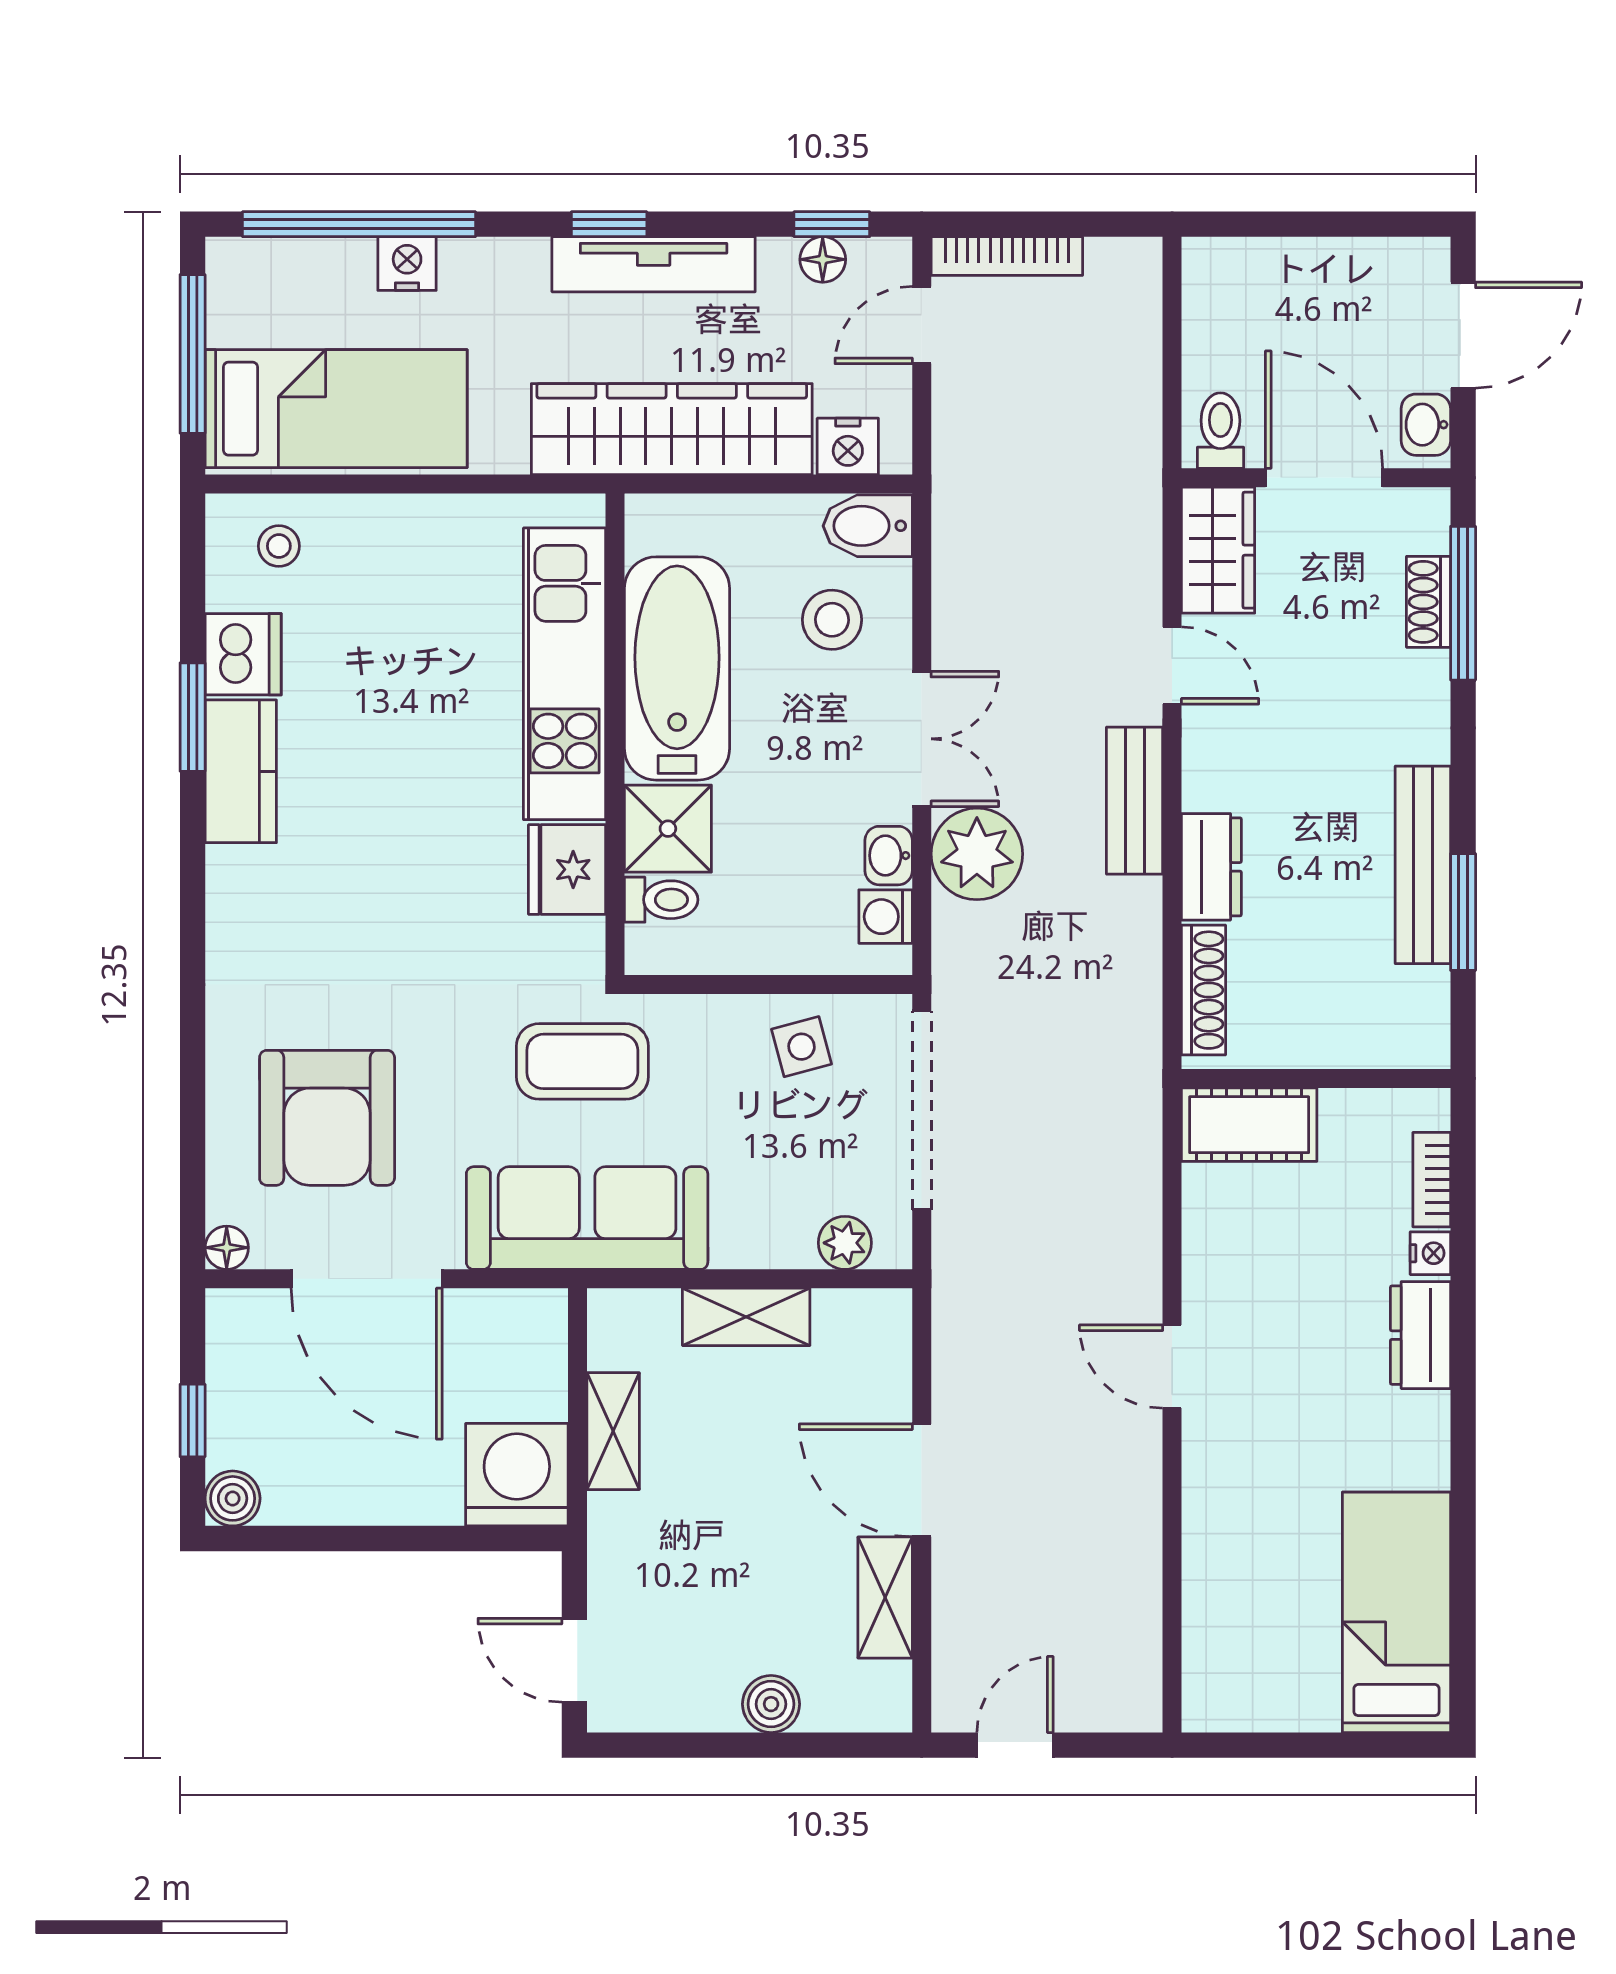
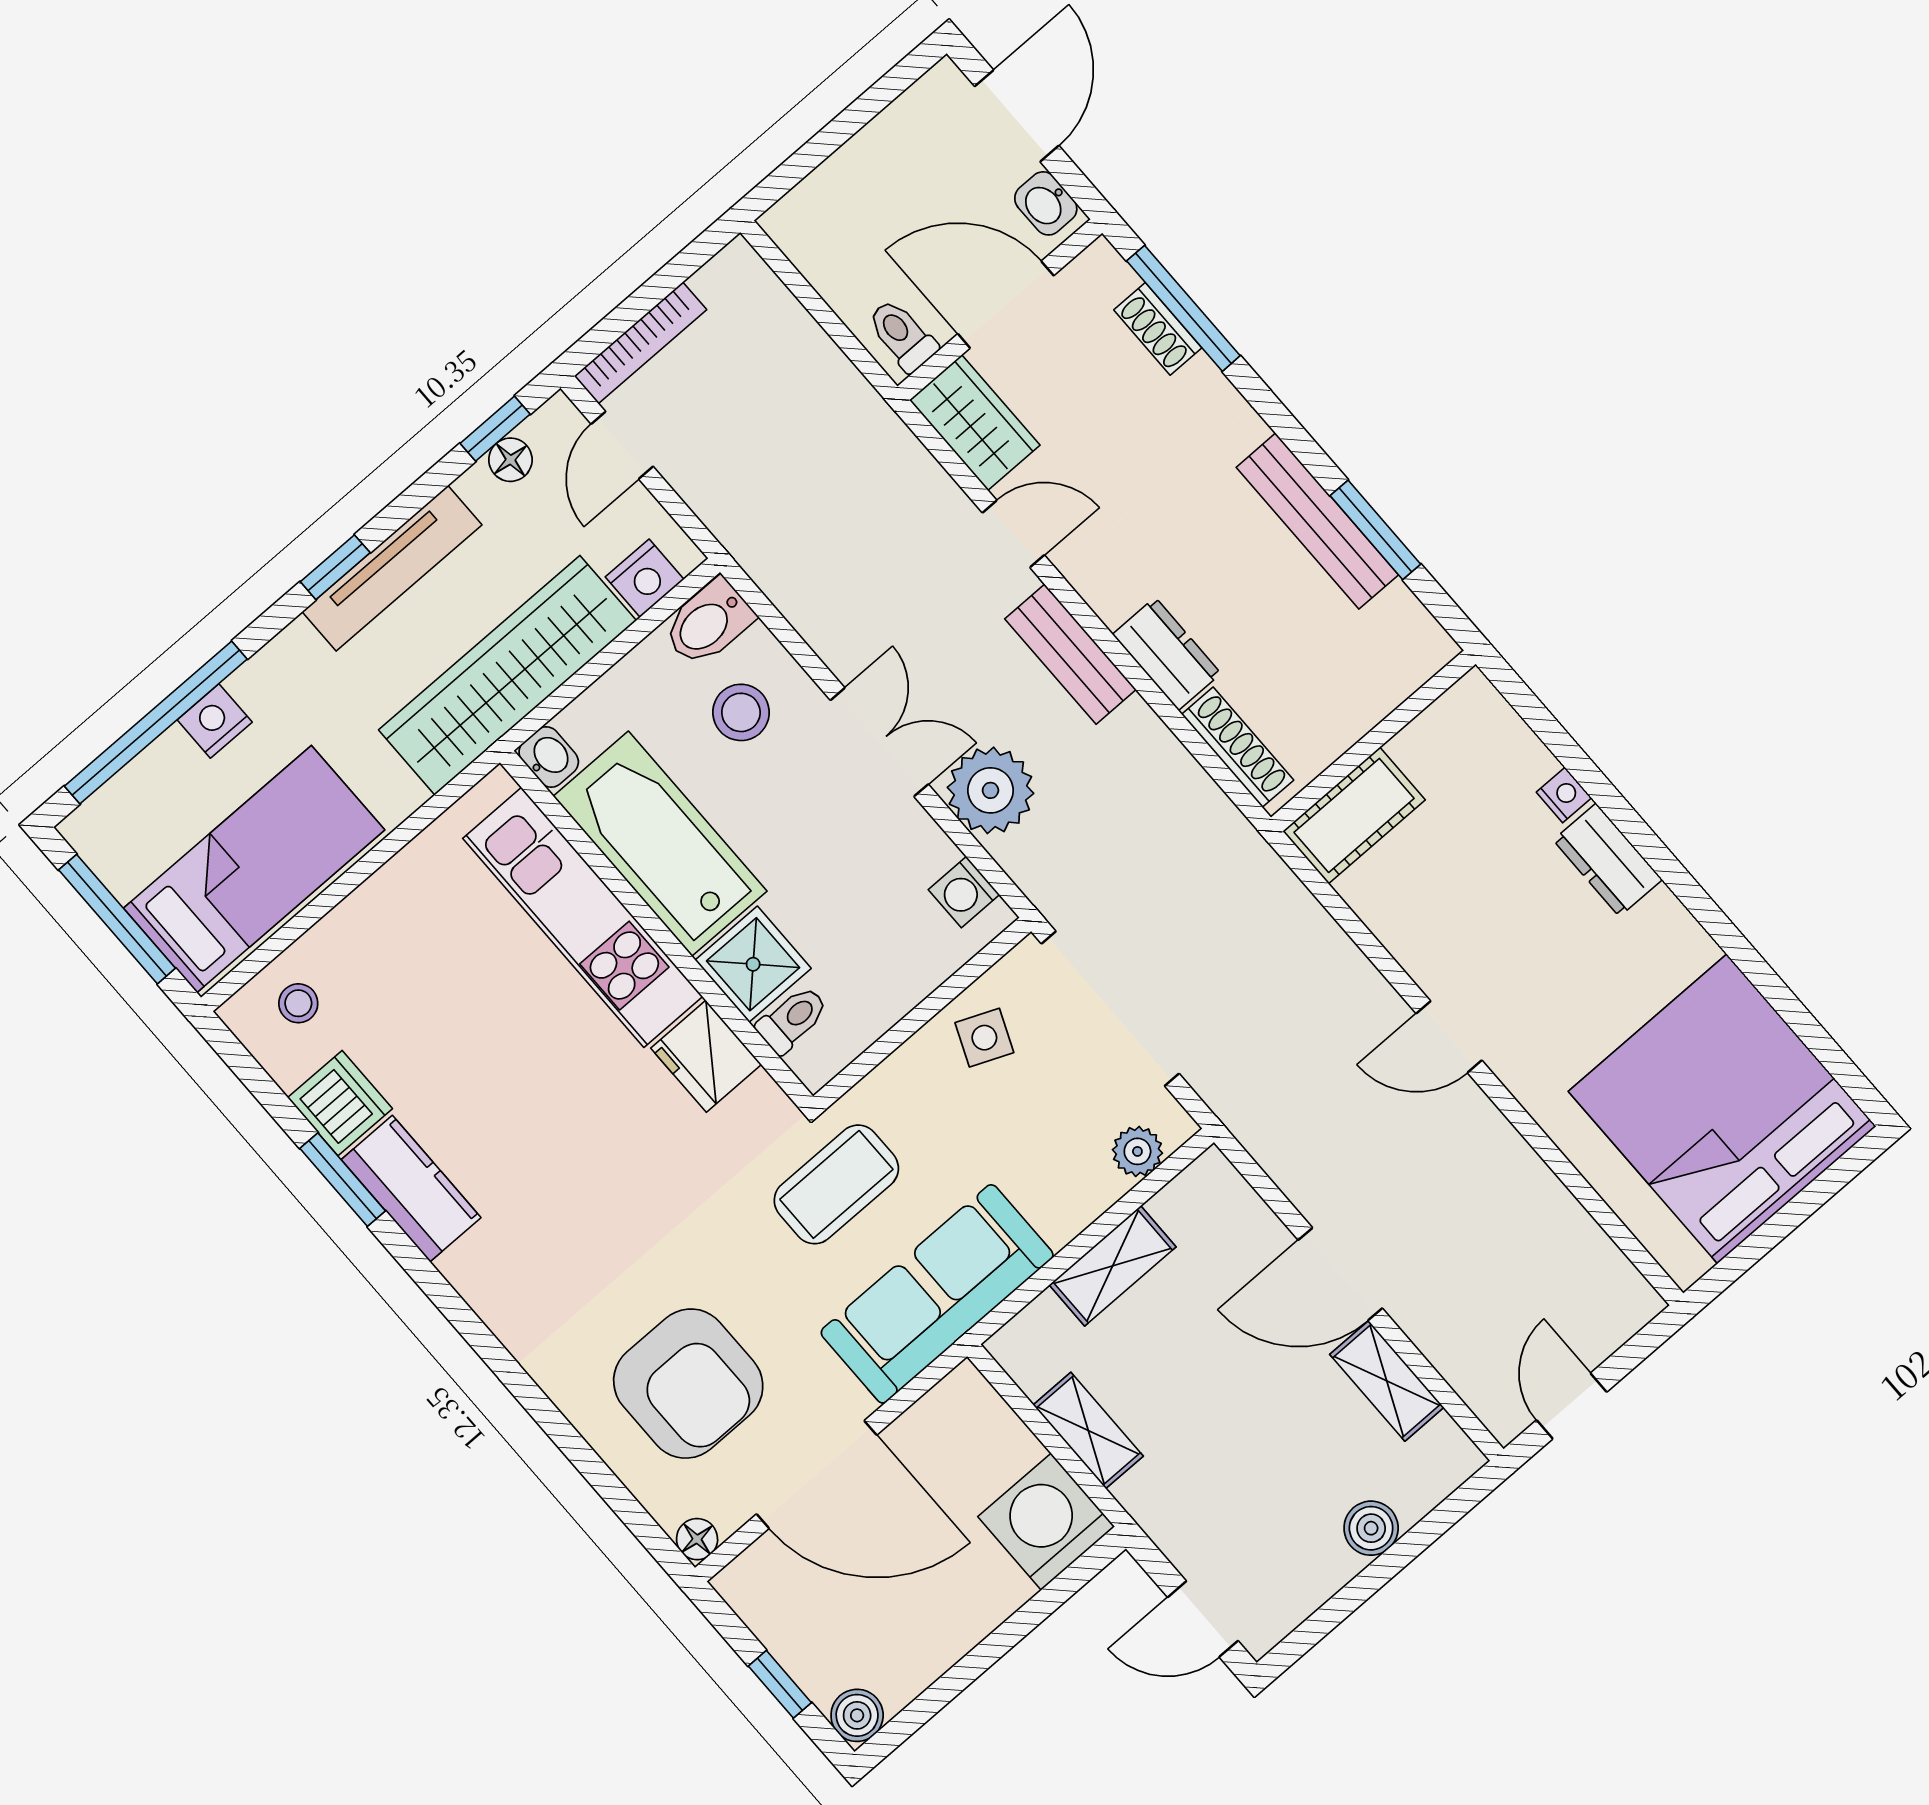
washbasin: (889, 856) -> (549, 757), moved, turned 180
side table: (802, 1047) -> (984, 1038), turned 38
bookcase: (1432, 1180) -> (1519, 741), removed
bed: (1396, 1612) -> (1722, 1109), width x2.04

